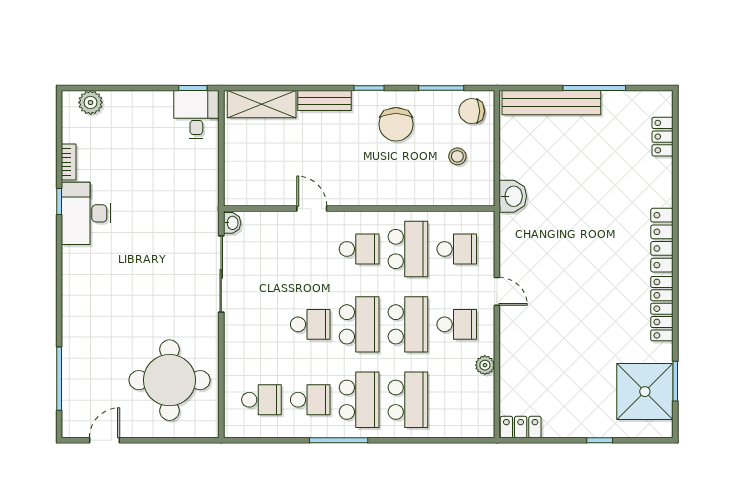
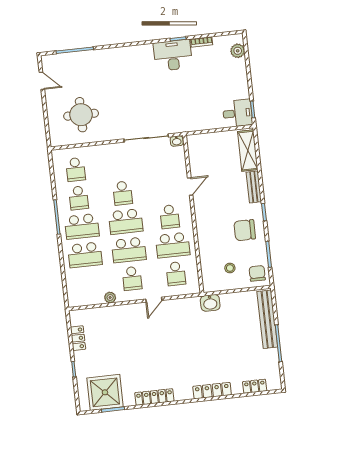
locker: (662, 240) -> (212, 391), moved
round table: (169, 380) -> (81, 115), width x0.73, depth x0.73
locker: (521, 427) -> (78, 338), moved

